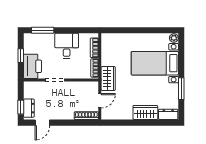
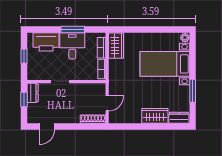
window: (43, 30) -> (73, 29), moved
printer: (32, 66) -> (46, 42), moved, turned 90
wardrobe: (108, 79) -> (116, 46), moved
window: (21, 107) -> (24, 100), moved
dresser: (29, 108) -> (33, 93), moved

